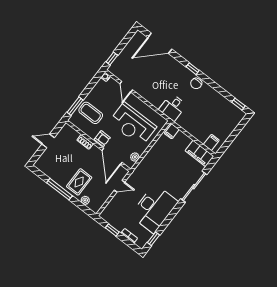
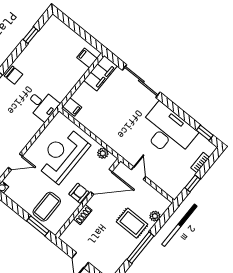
window: (238, 104) -> (31, 35), moved
reception desk: (133, 124) -> (62, 155), turned 180

